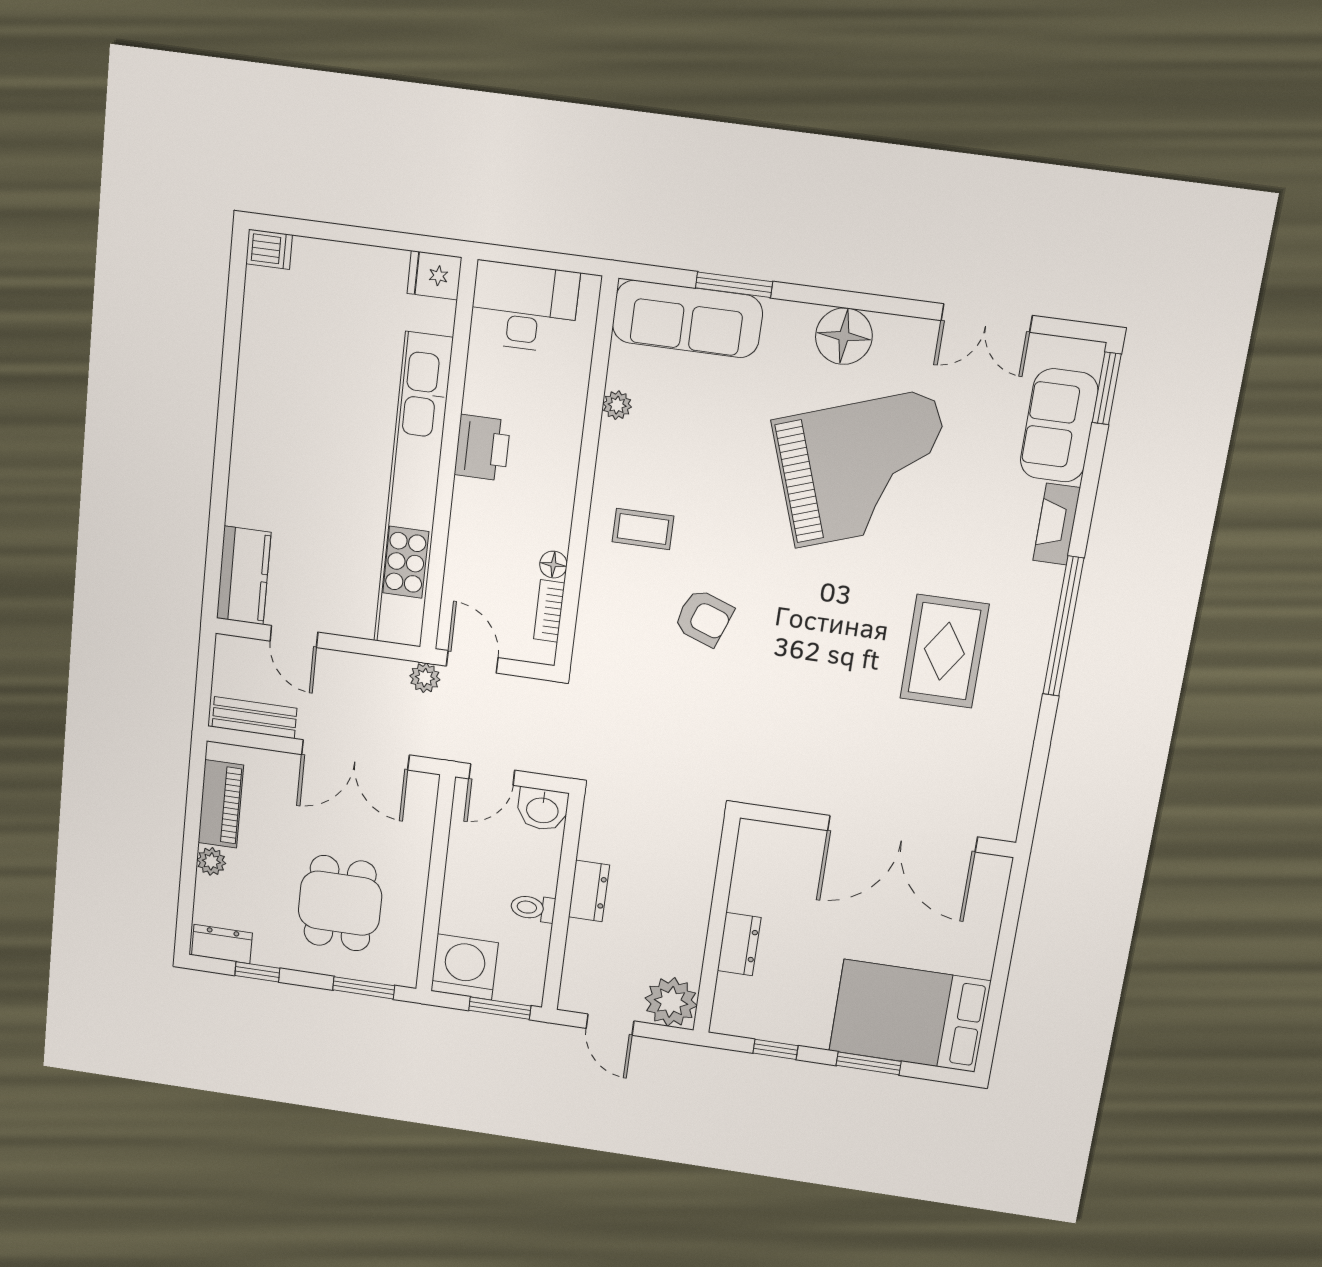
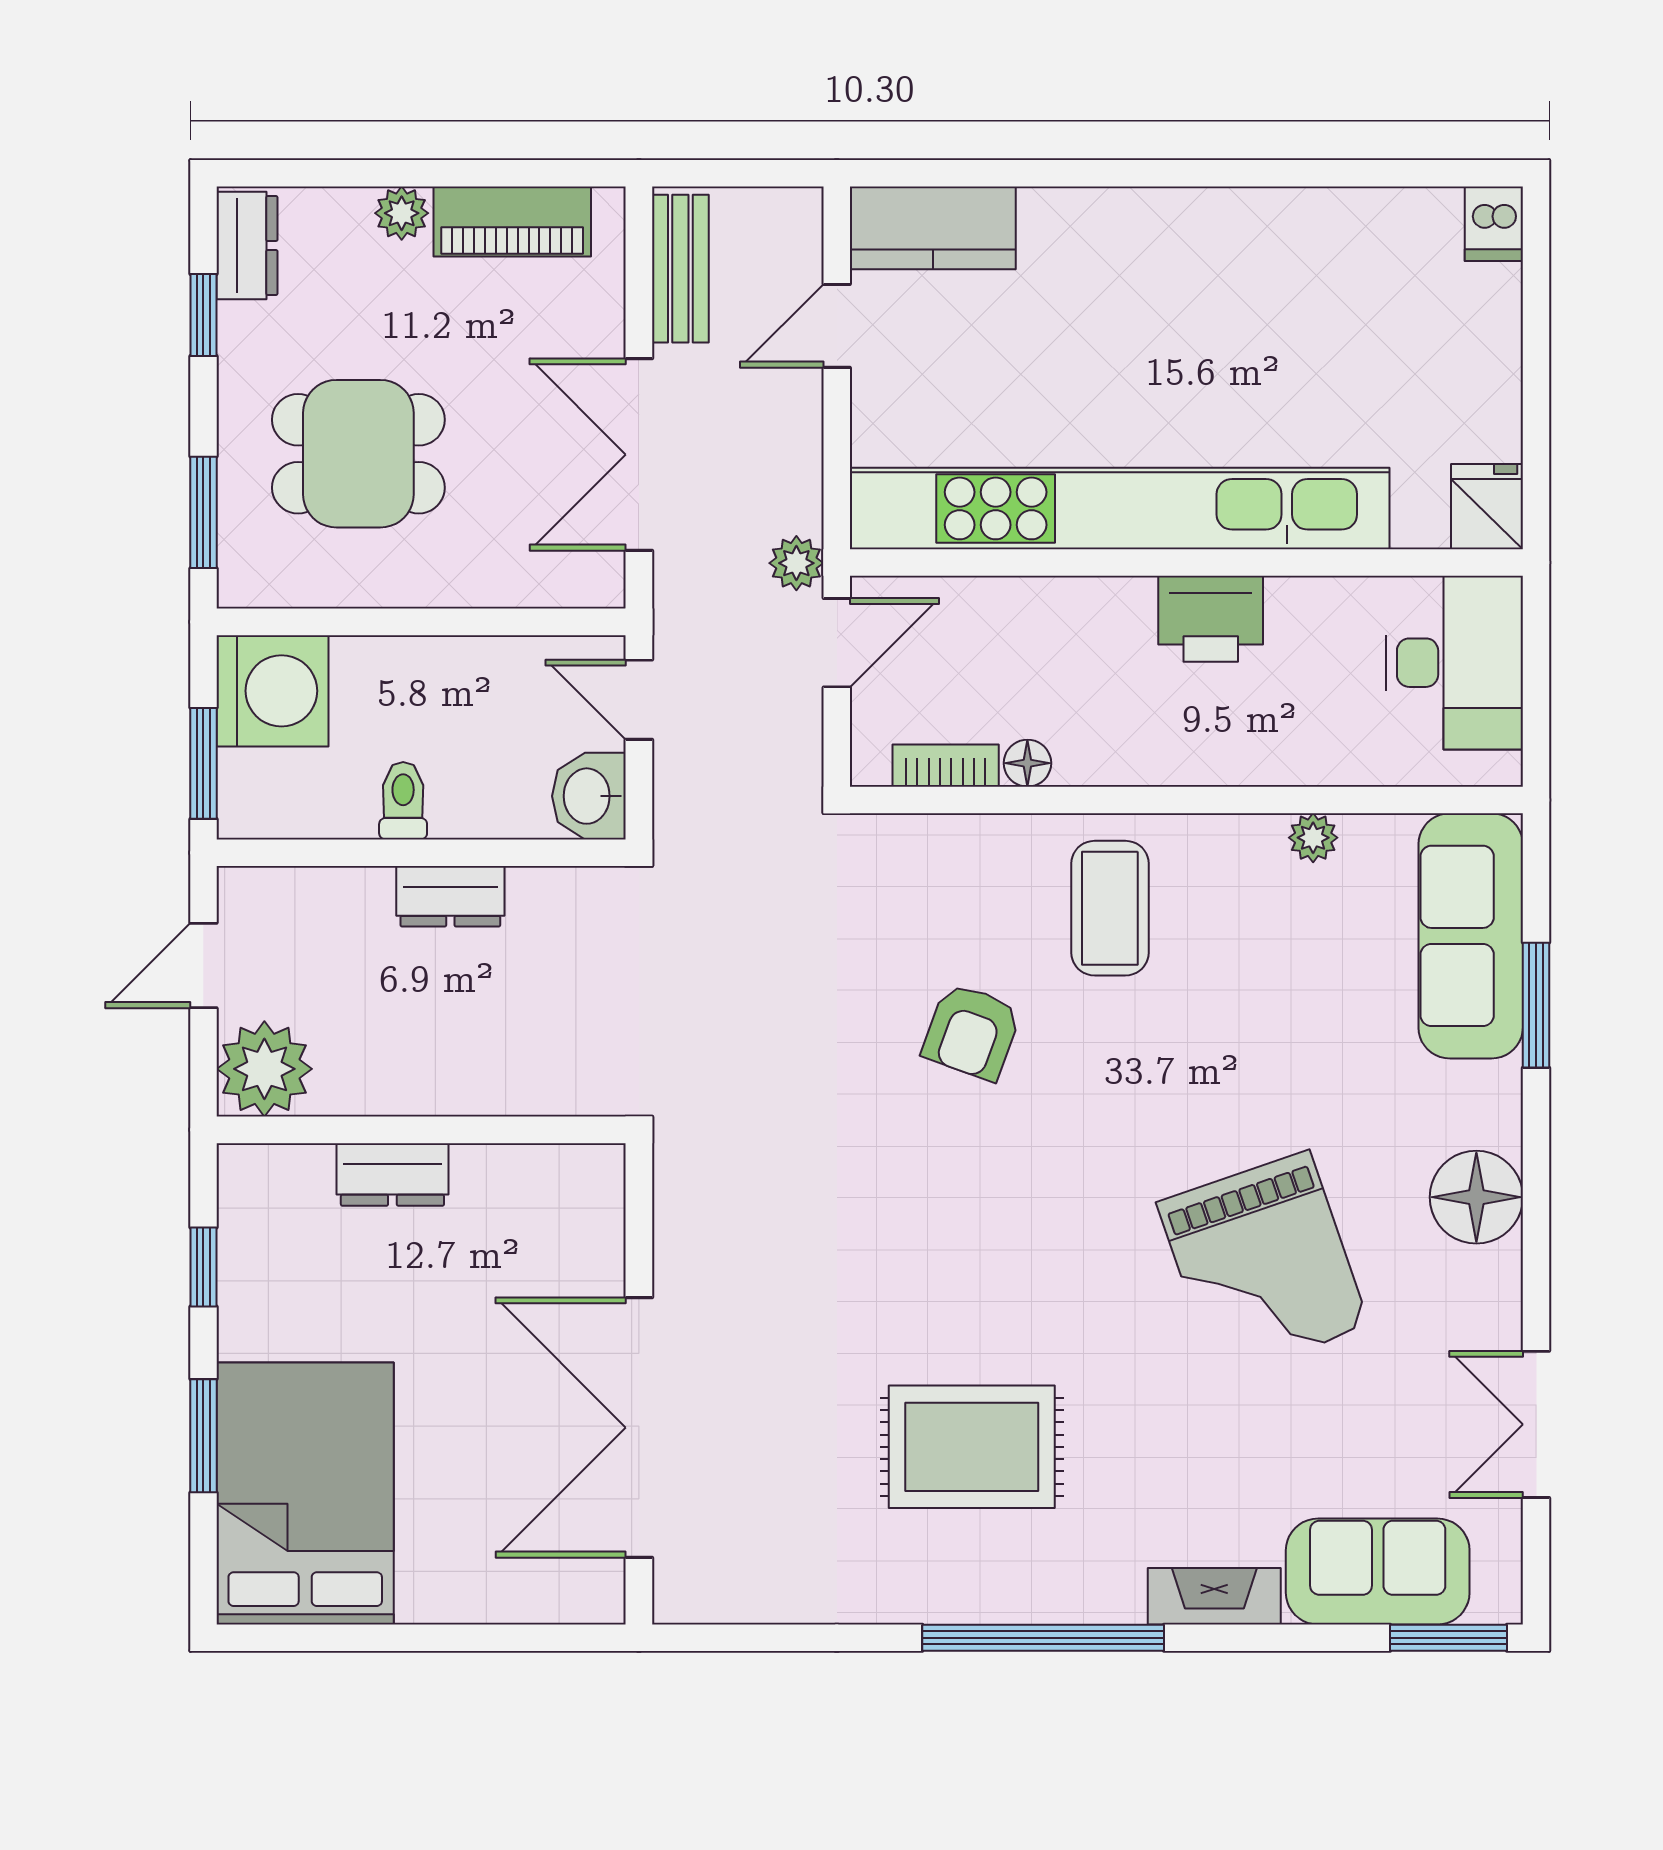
grand piano: (864, 469) -> (1263, 1264), width x0.73, depth x0.68
coffee table: (643, 529) -> (1110, 908), width x1.36, depth x1.30

